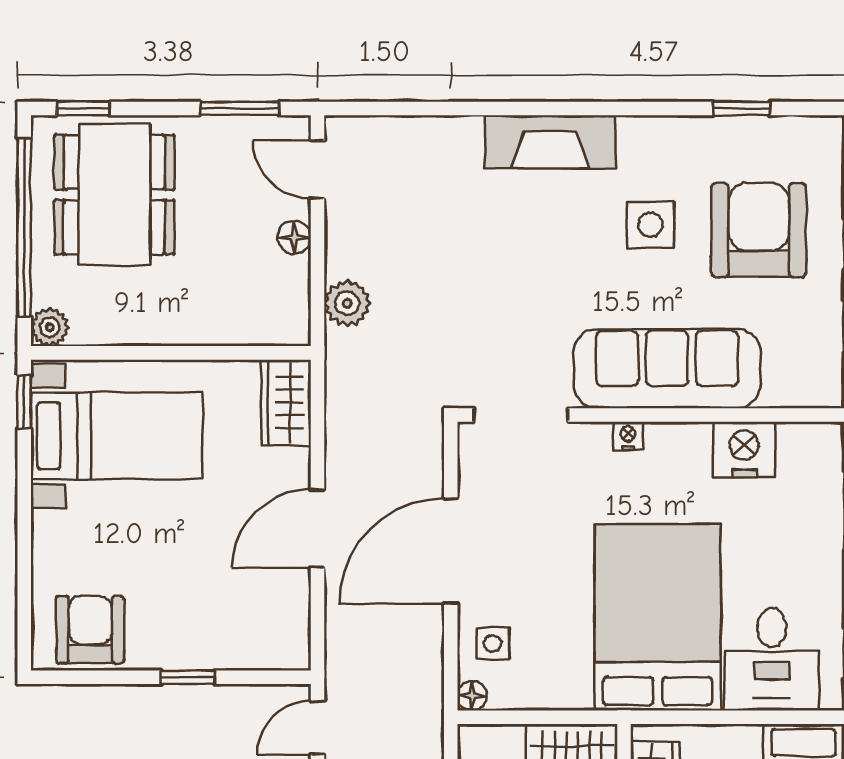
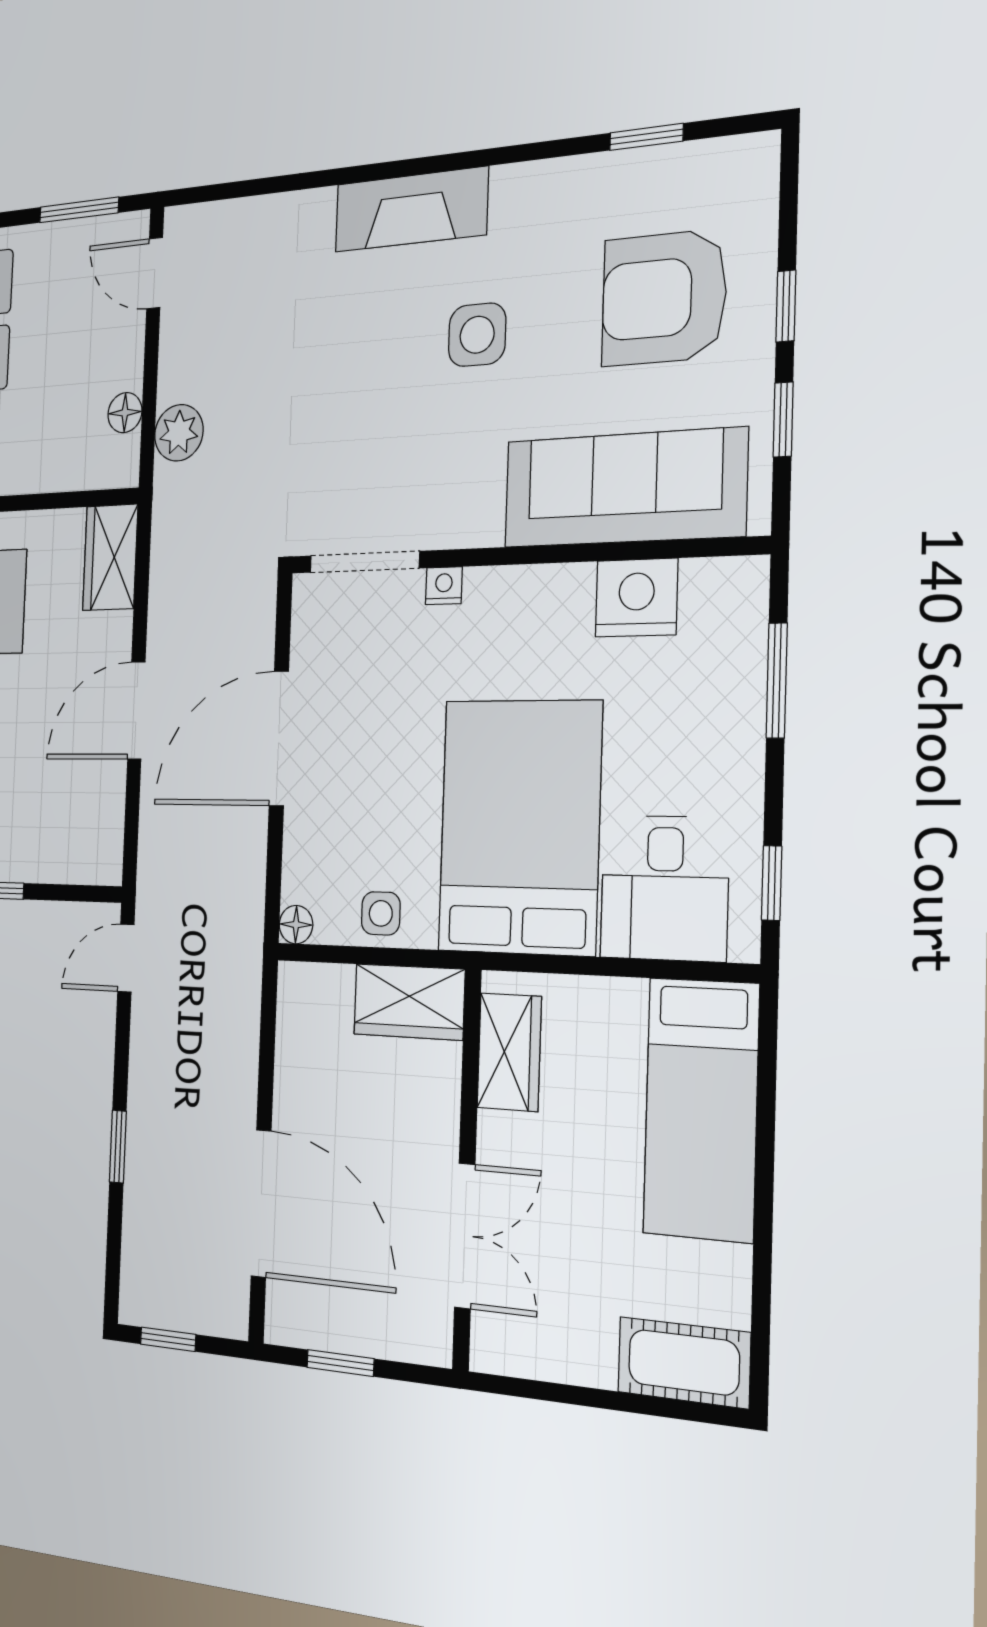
side table: (650, 225) -> (477, 335), moved
armchair: (759, 230) -> (664, 298), turned -90
floor lamp: (294, 237) -> (125, 413), moved
sofa: (667, 369) -> (624, 488), moved
nightstand: (628, 436) -> (444, 586), moved
side table: (493, 643) -> (381, 913), moved

